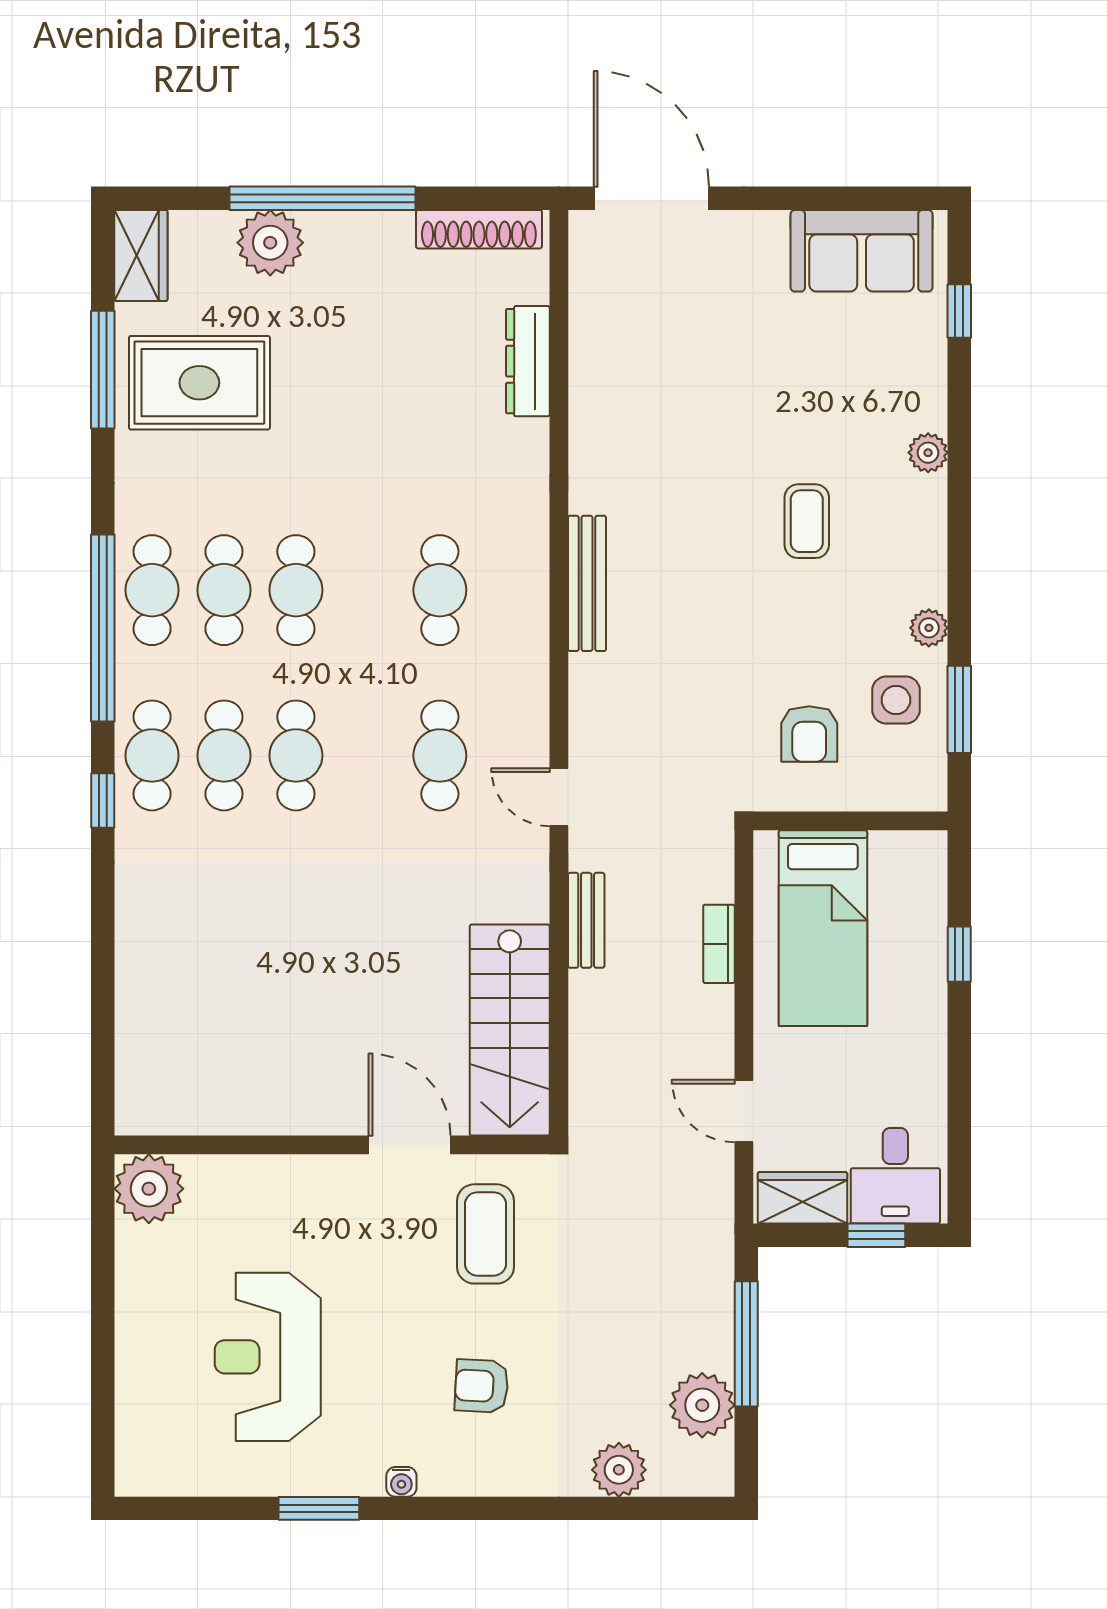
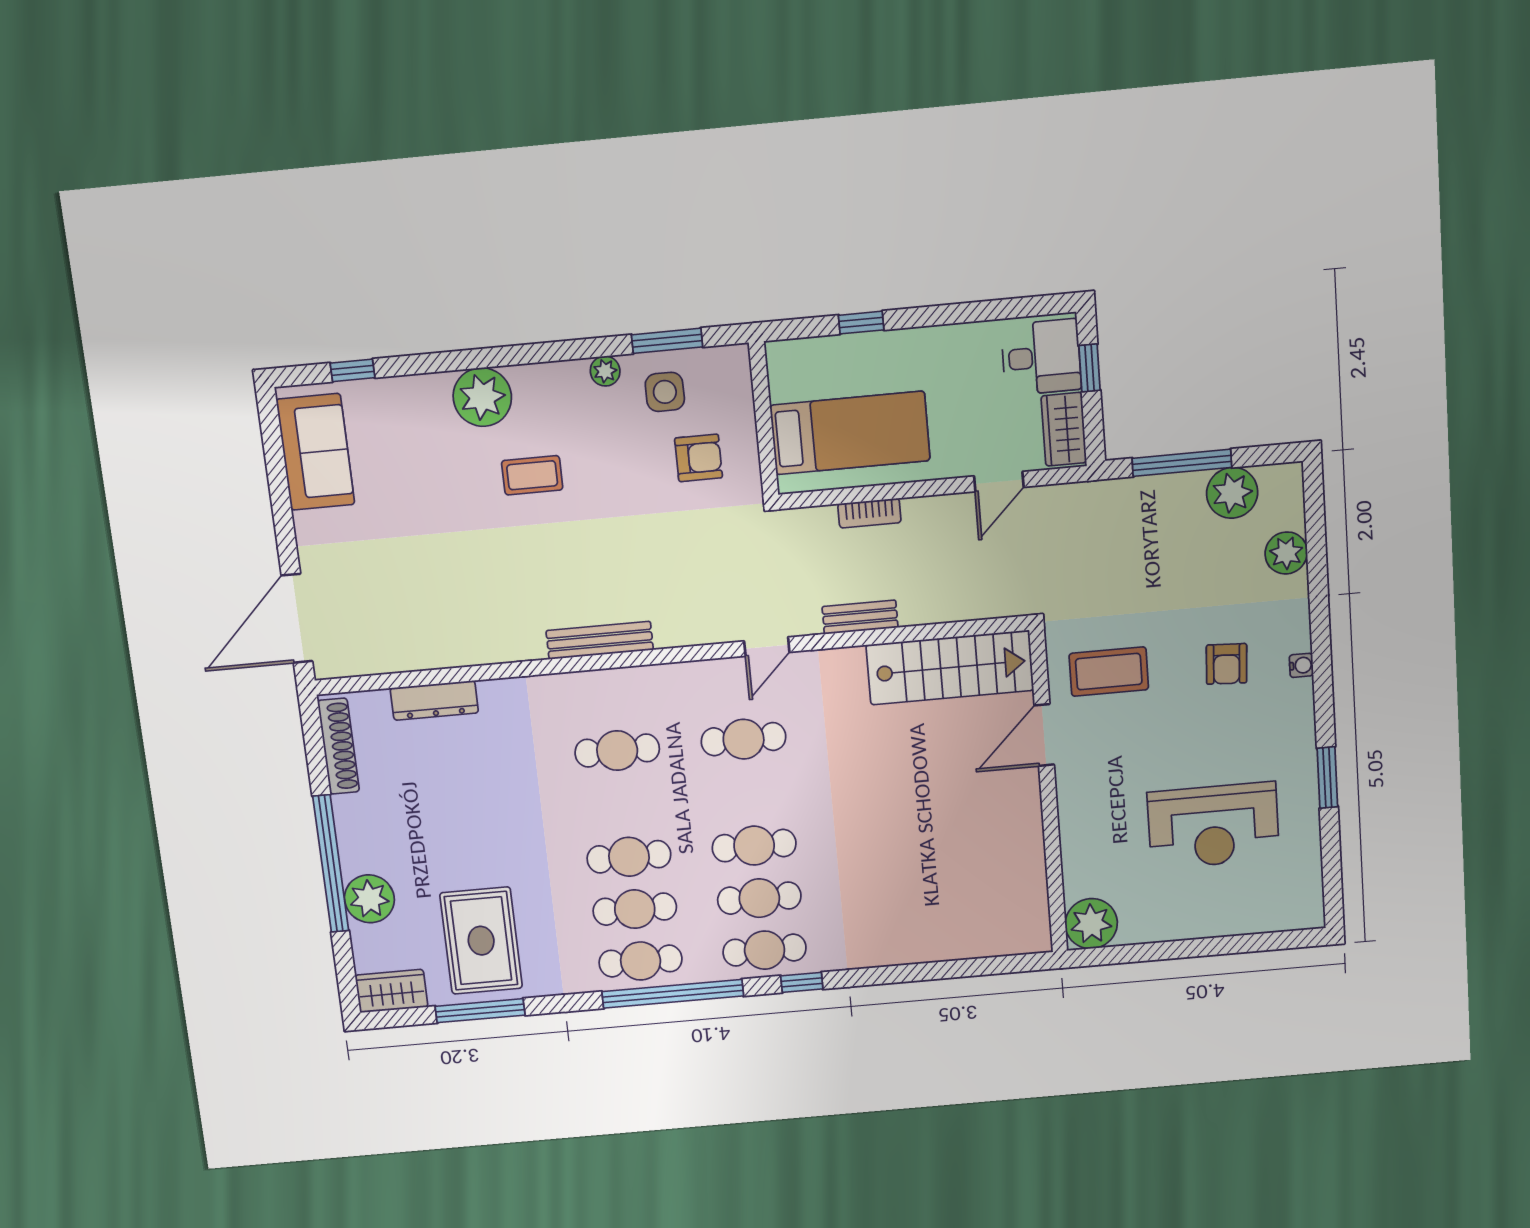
plant: (928, 453) -> (482, 397), width x1.87, depth x1.87
water cooler: (401, 1482) -> (1301, 665), moved

